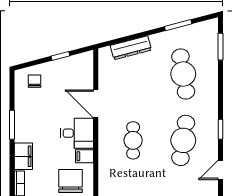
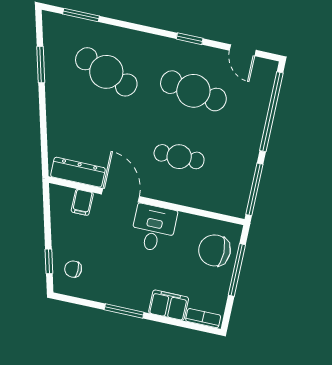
dresser: (131, 48) -> (78, 172), moved, turned -75
window: (60, 56) -> (49, 261), moved
cafe table: (183, 74) -> (106, 72), turned 30
door: (96, 104) -> (120, 195), swing flipped
filing cabinet: (85, 156) -> (82, 202), moved

